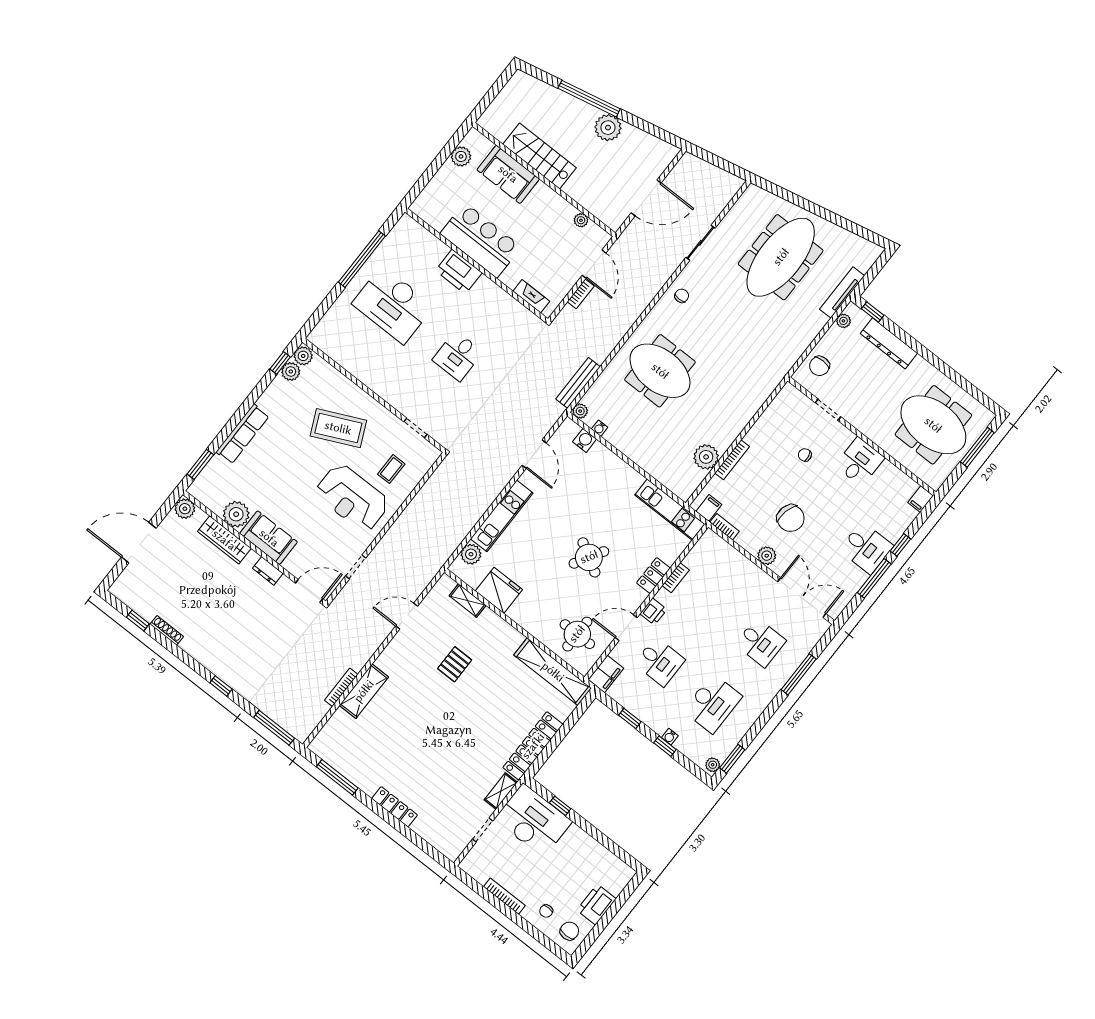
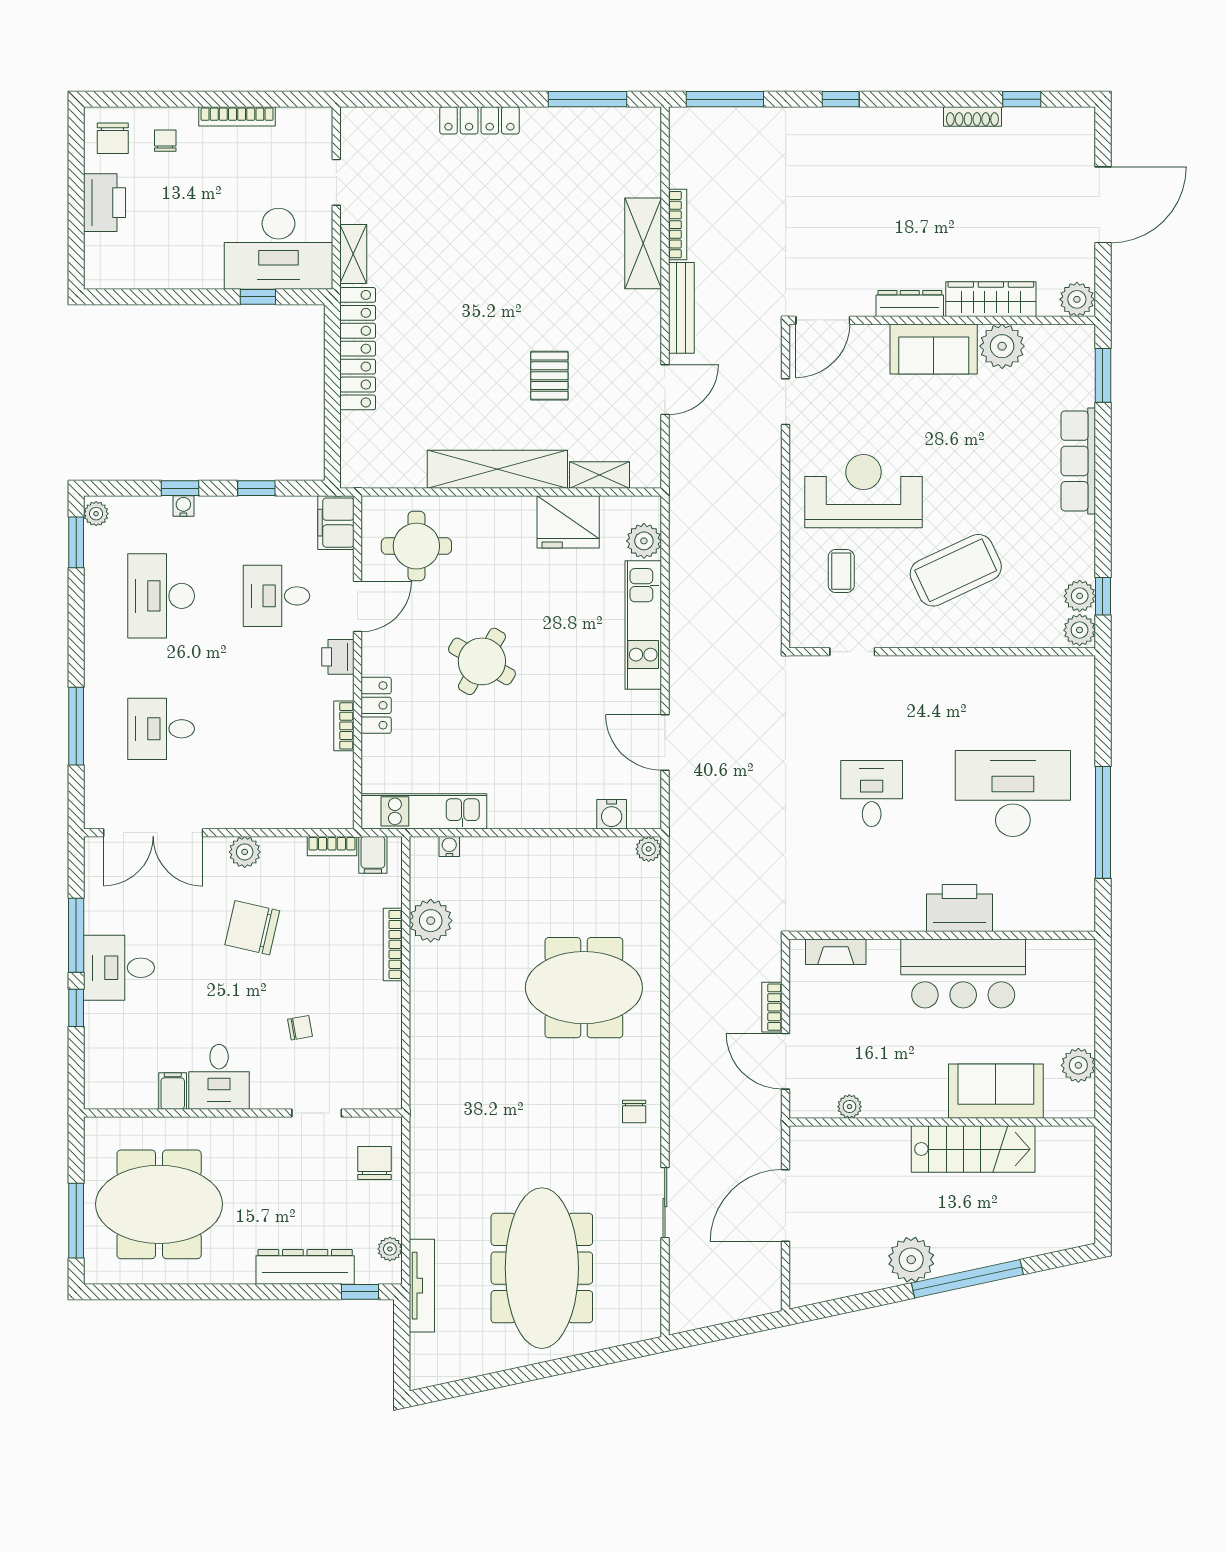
bench: (578, 383) -> (681, 308), moved
water cooler: (600, 428) -> (449, 846), moved
filing cabinet: (921, 499) -> (173, 1091), moved
dresser: (268, 571) -> (910, 303), width x1.44
shelving: (553, 672) -> (497, 469), moved

